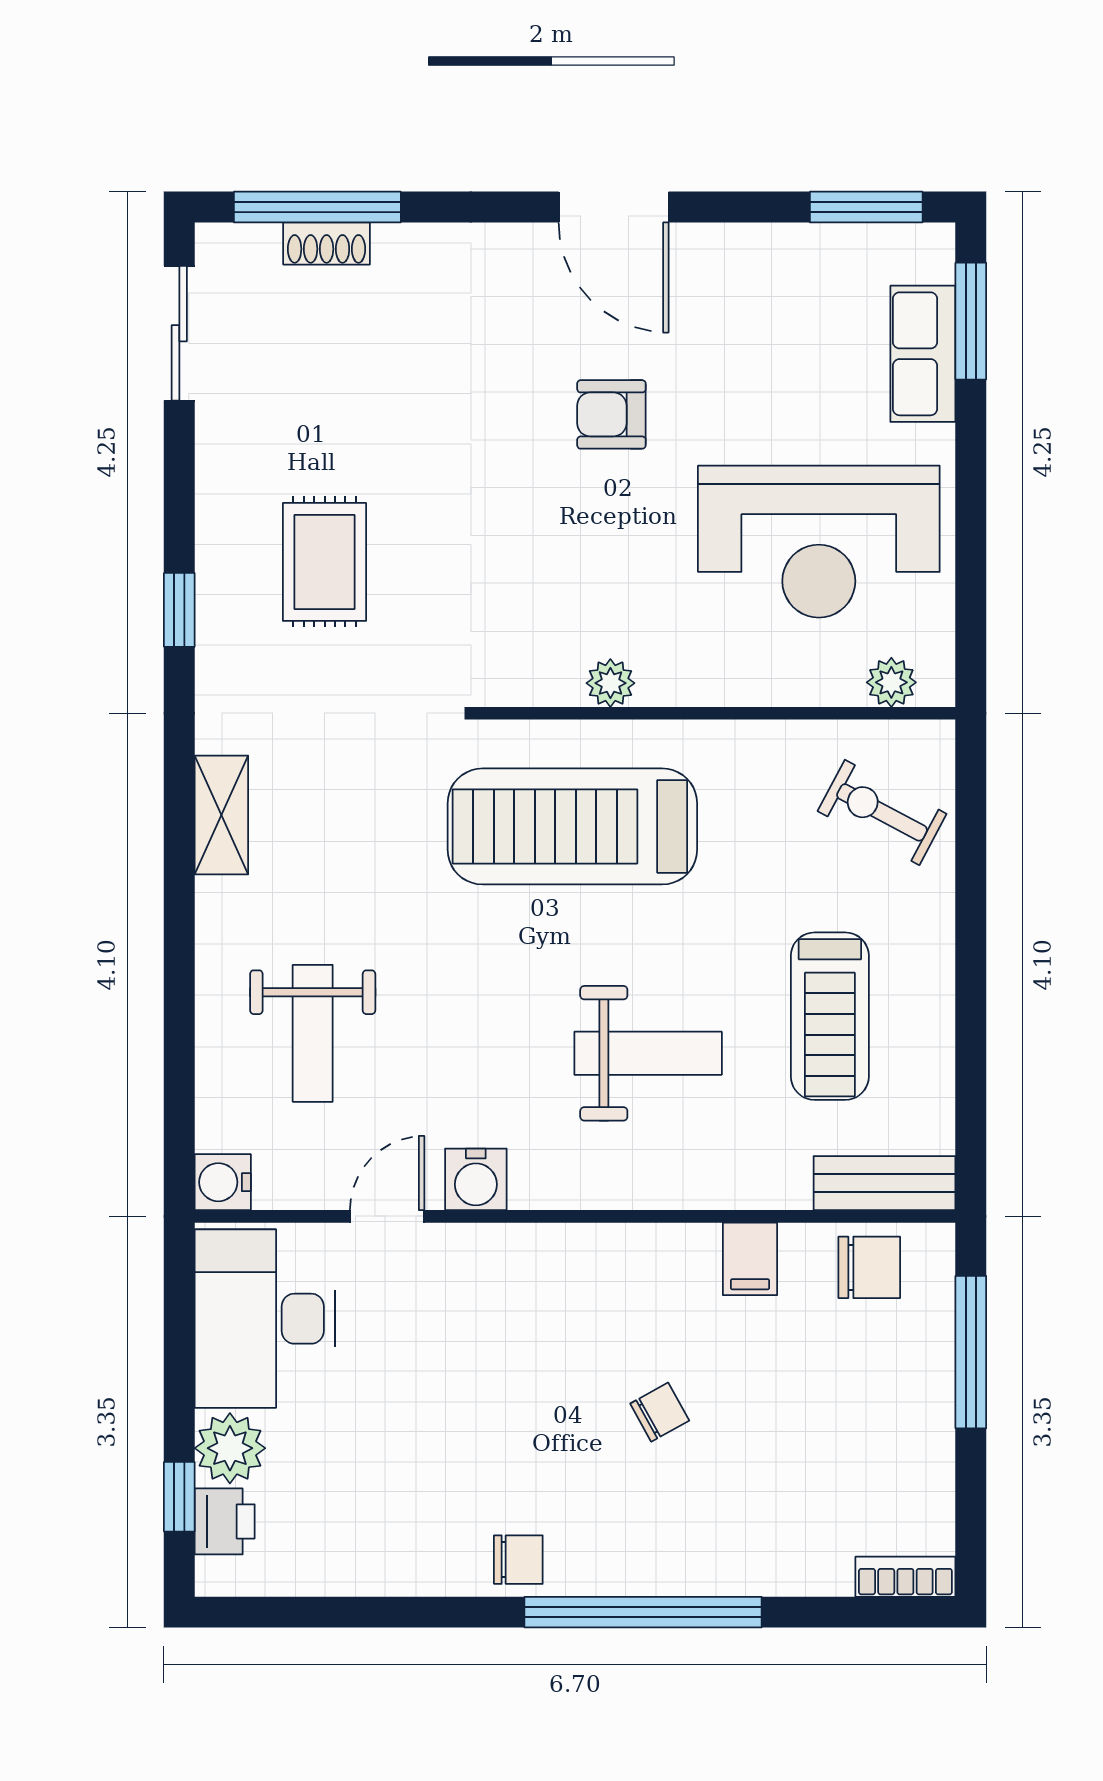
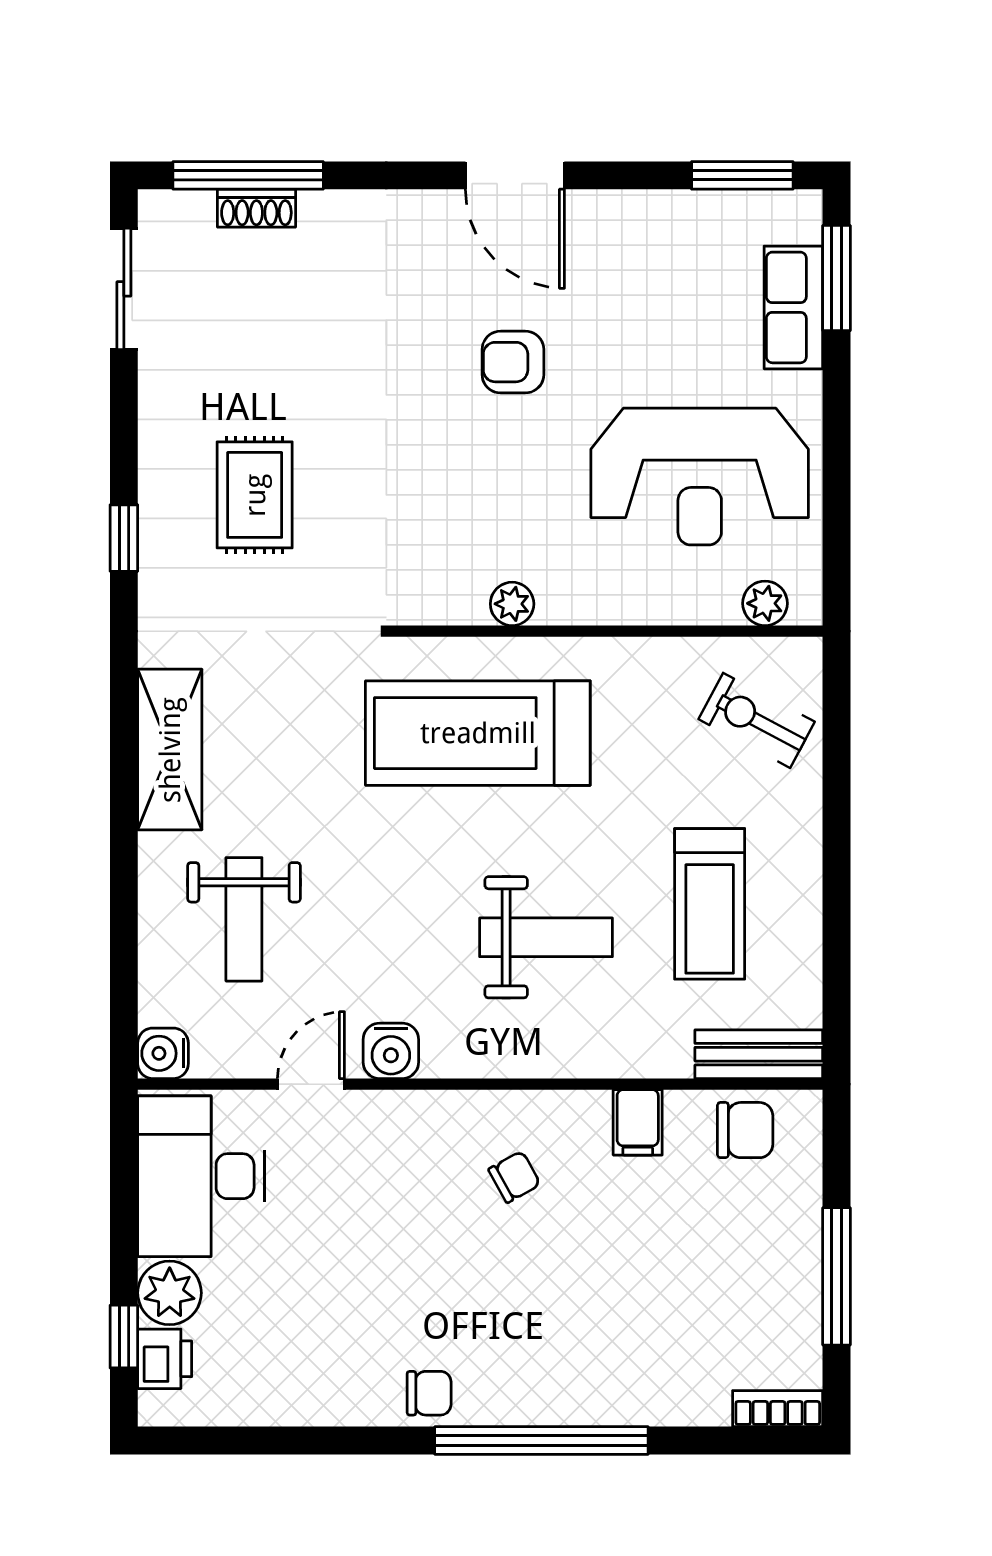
shelving: (221, 815) -> (170, 750), width x1.50, depth x1.33
window: (971, 1352) -> (837, 1276), moved
chair: (660, 1412) -> (514, 1177), moved

